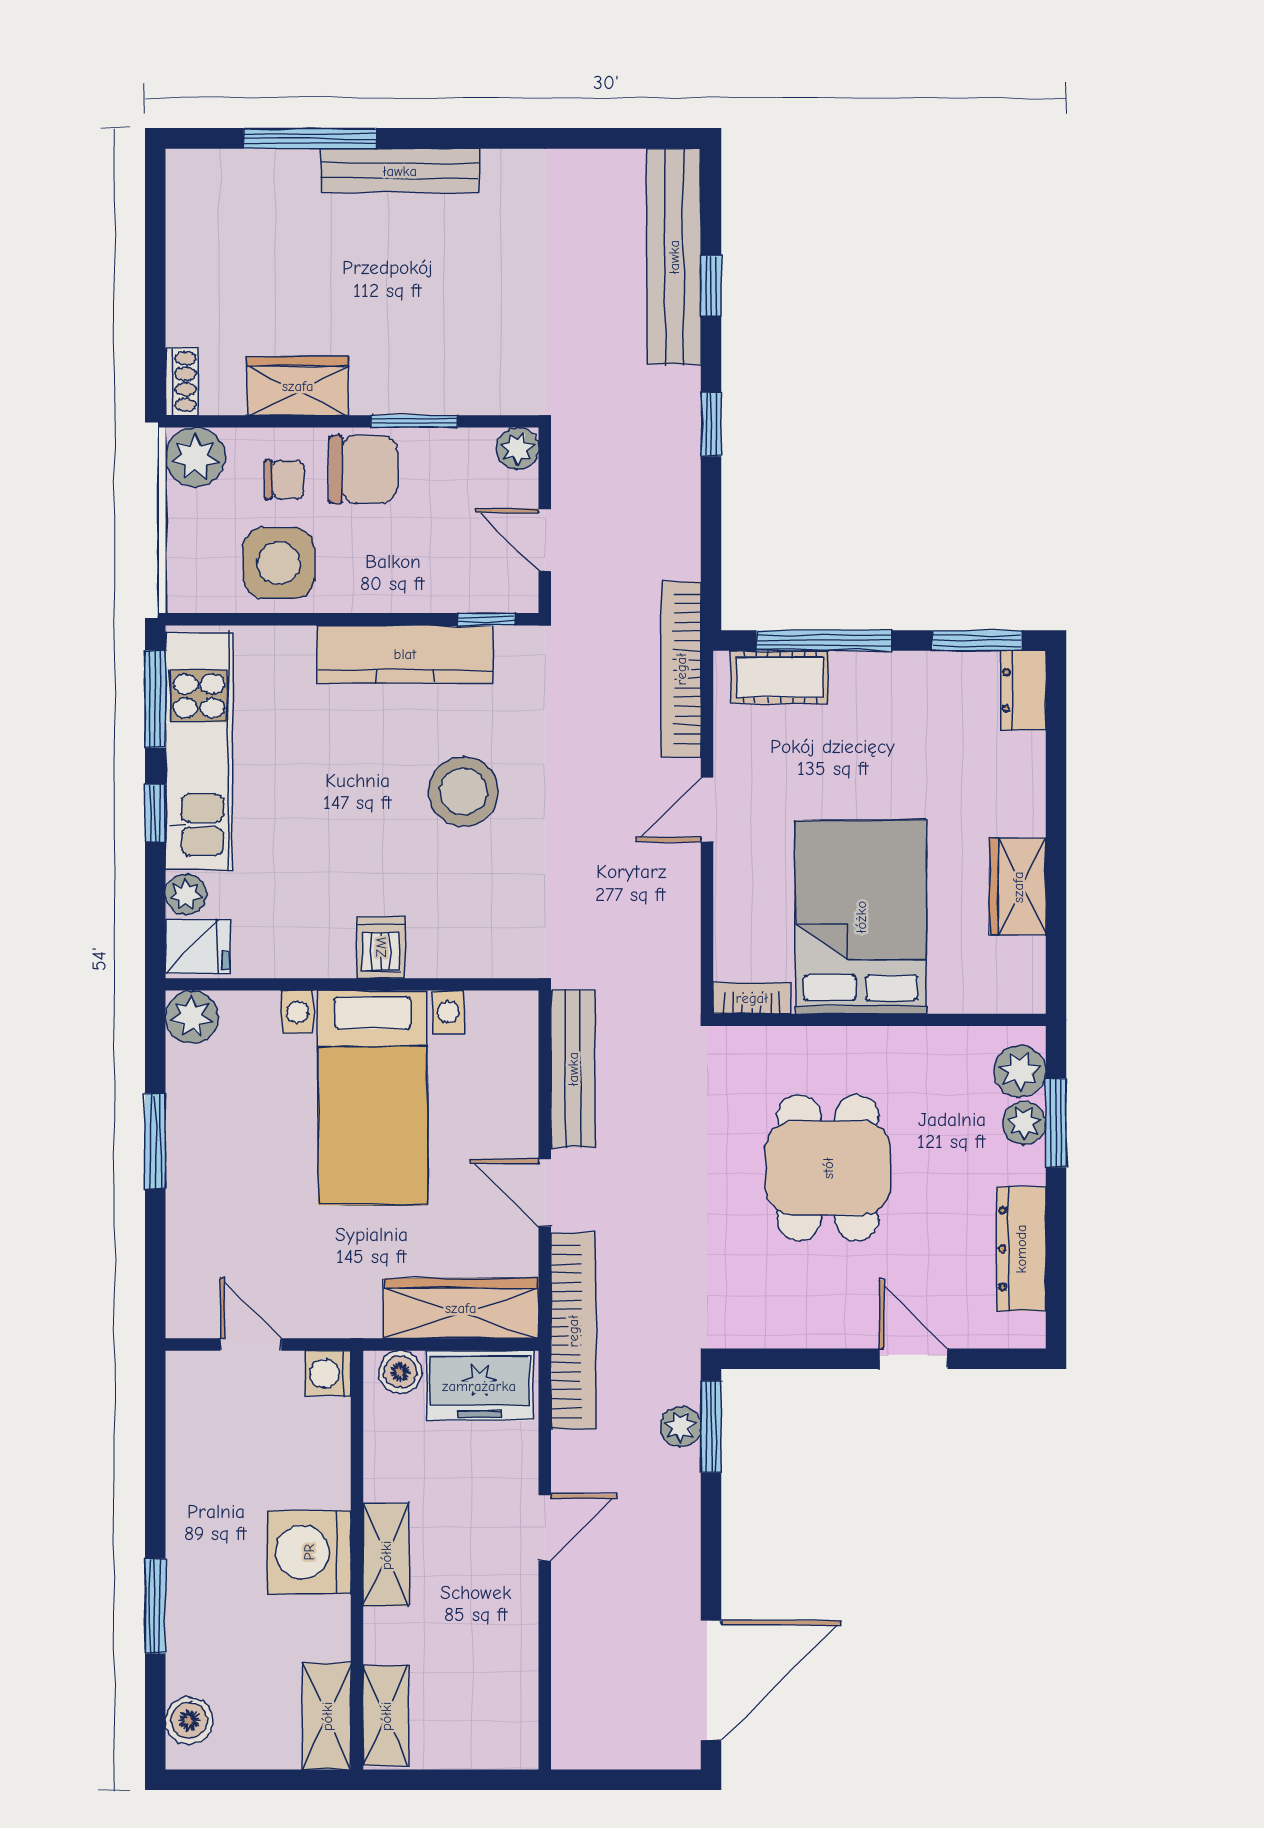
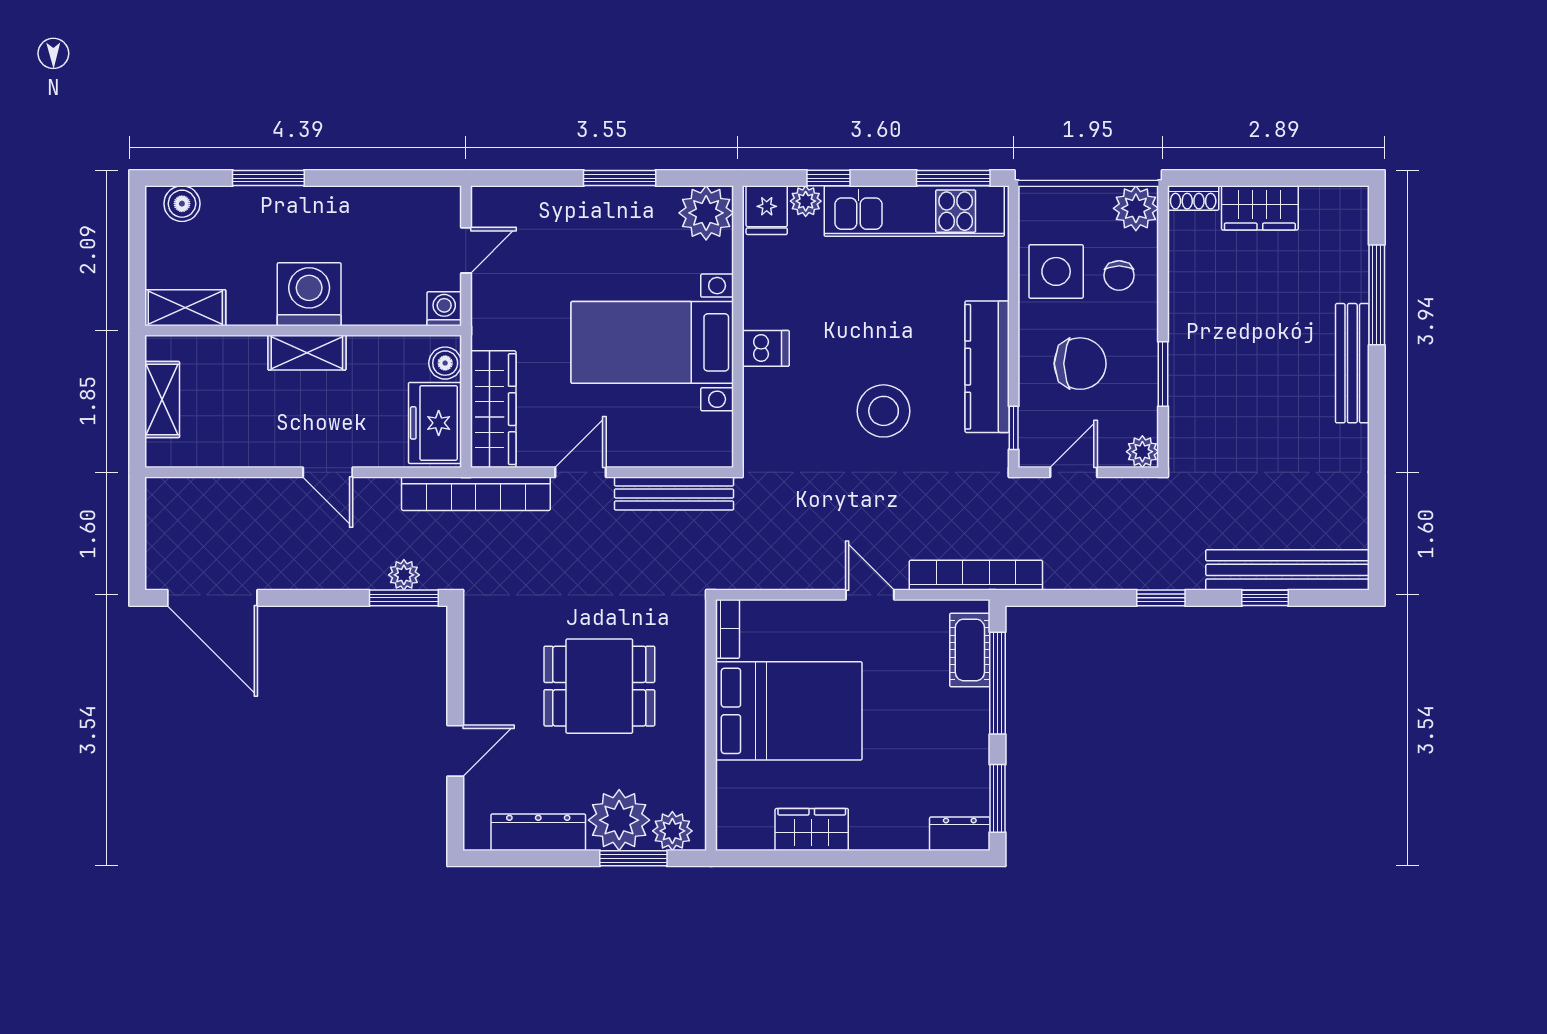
wardrobe: (298, 386) -> (1260, 208), moved, turned 90
chair: (363, 469) -> (1080, 364), moved, turned -90
window: (155, 813) -> (828, 178), moved
plant: (192, 1017) -> (706, 213), width x1.36, depth x1.36
plant: (1024, 1123) -> (619, 820), width x1.87, depth x1.87
shelving: (386, 1716) -> (162, 400), moved, turned 90

